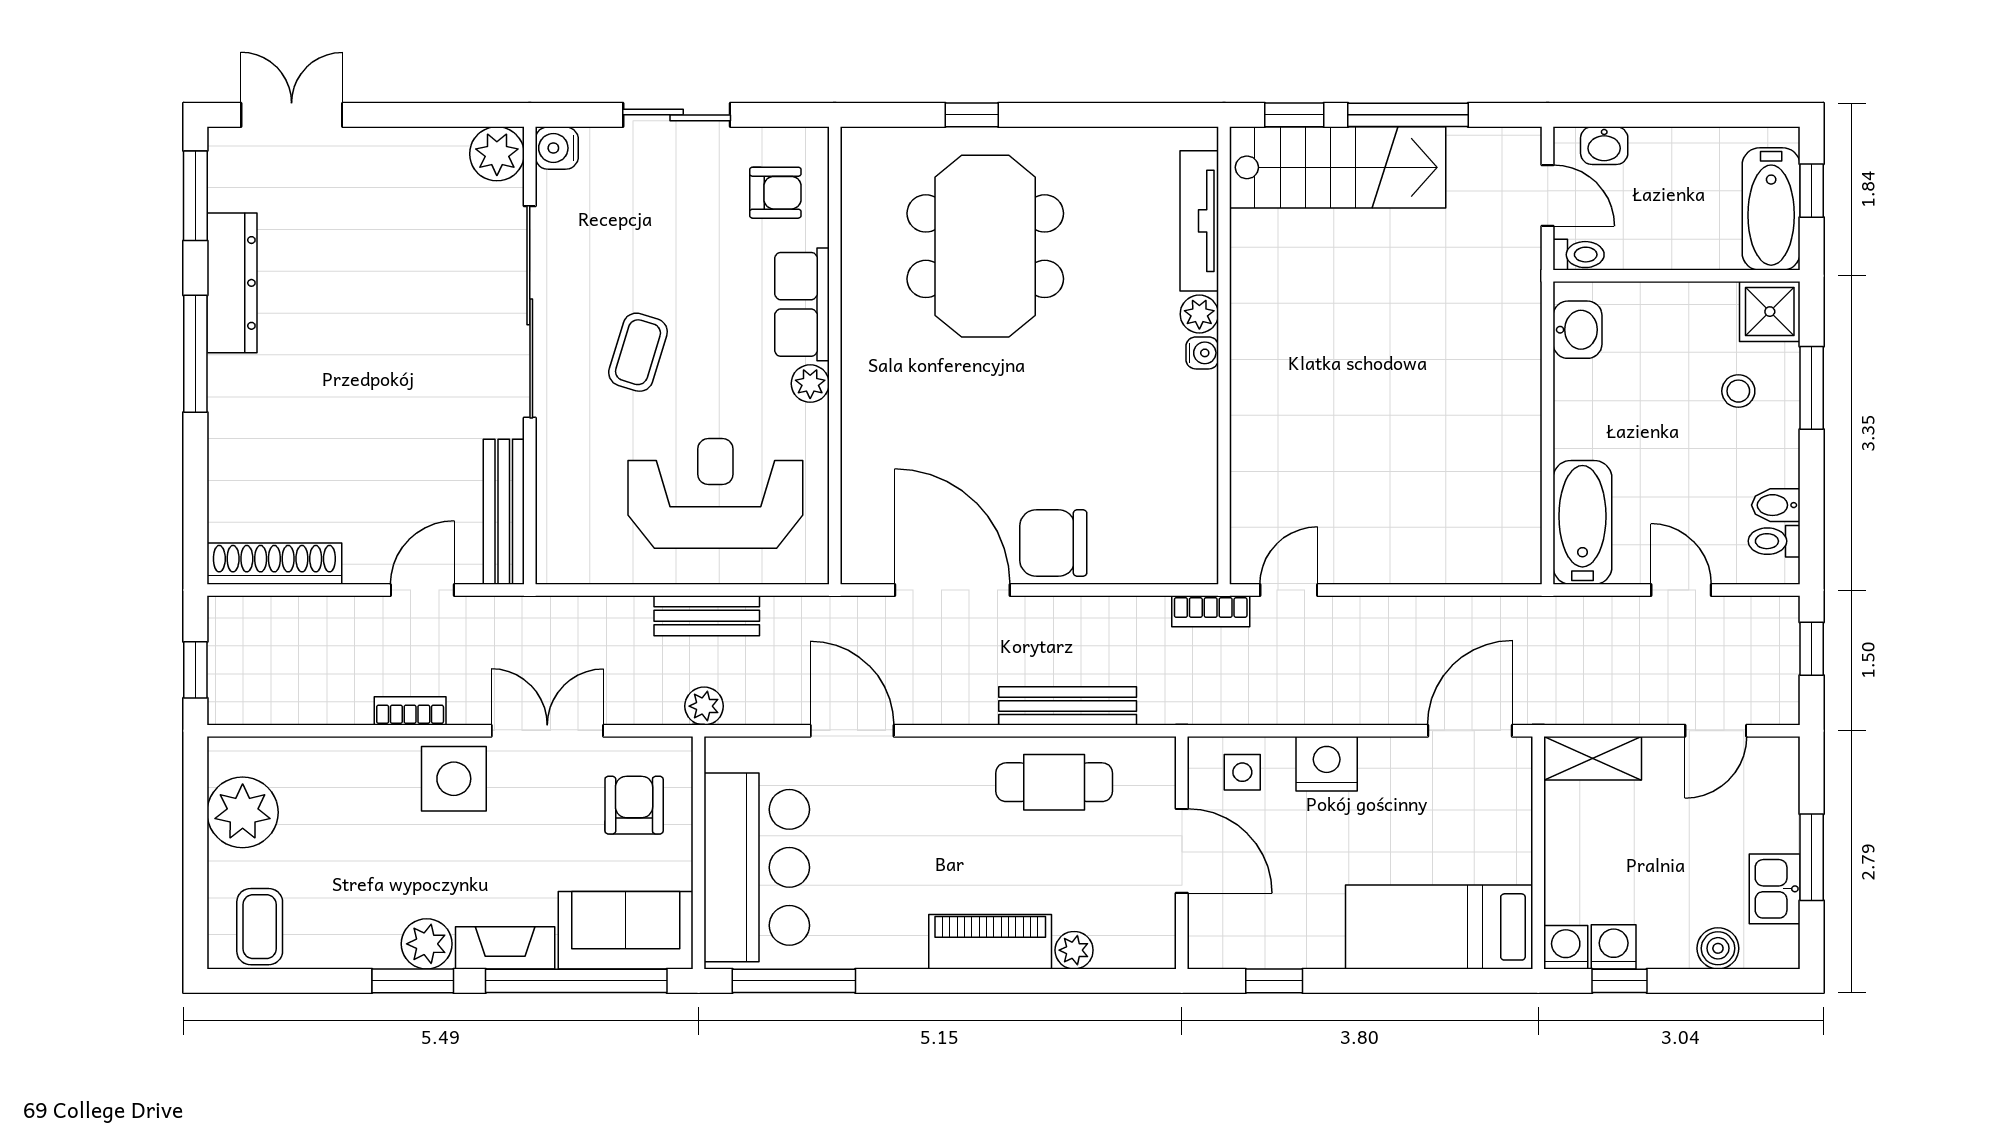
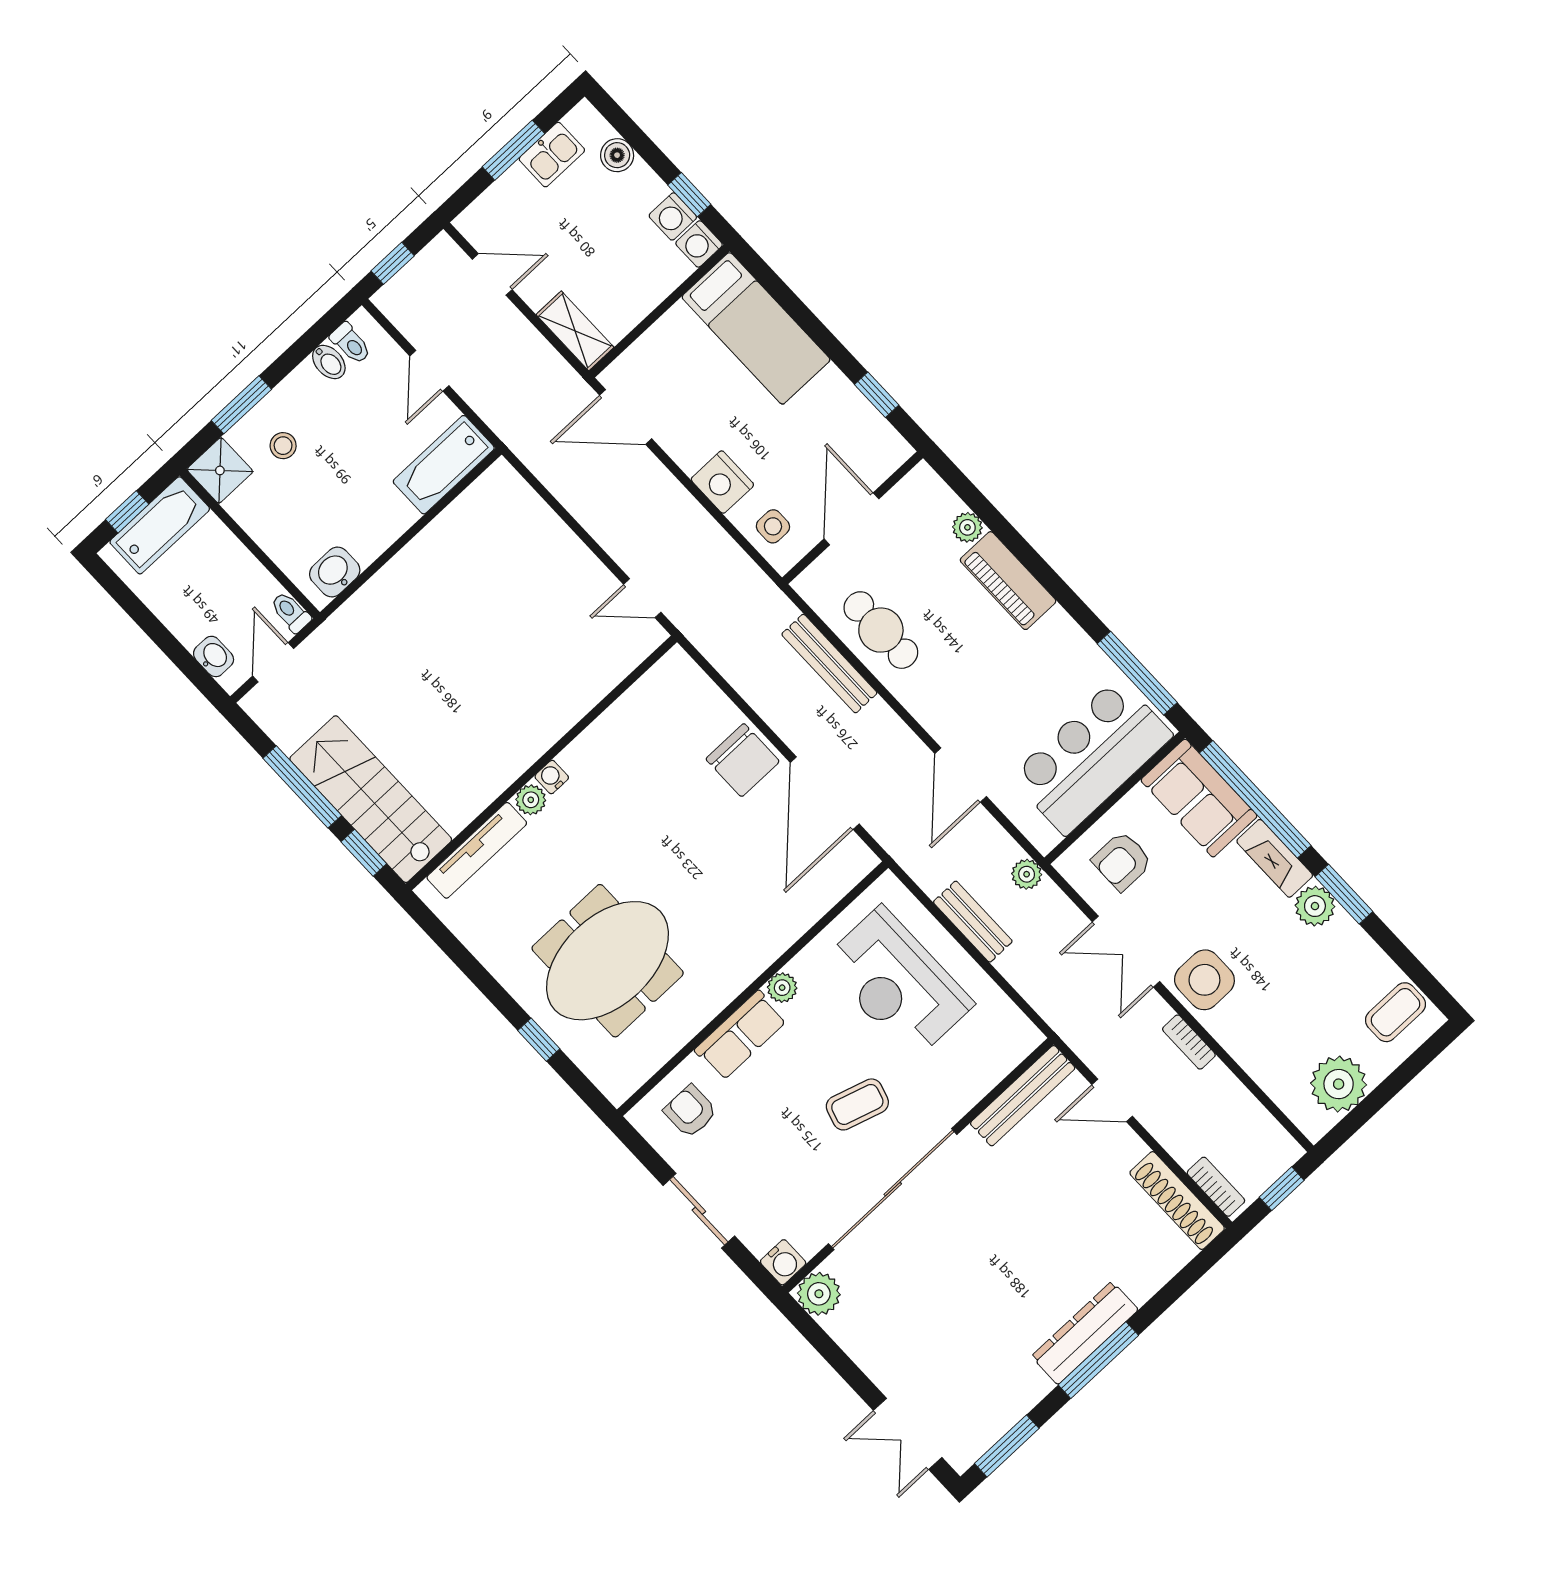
dresser: (232, 283) -> (1085, 1333), moved
bookcase: (1211, 611) -> (1216, 1187), moved

